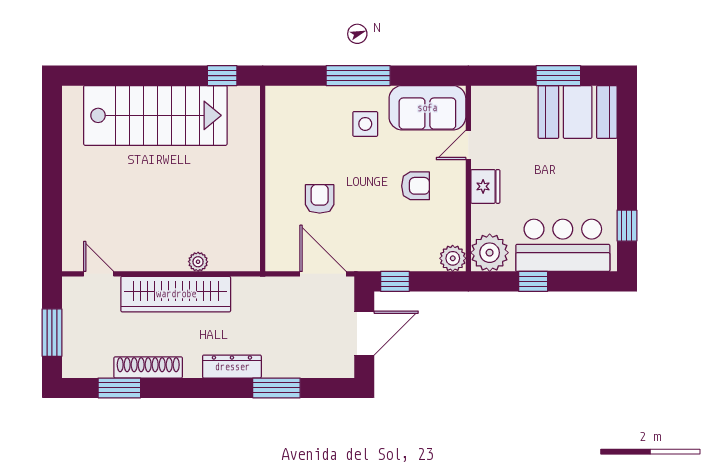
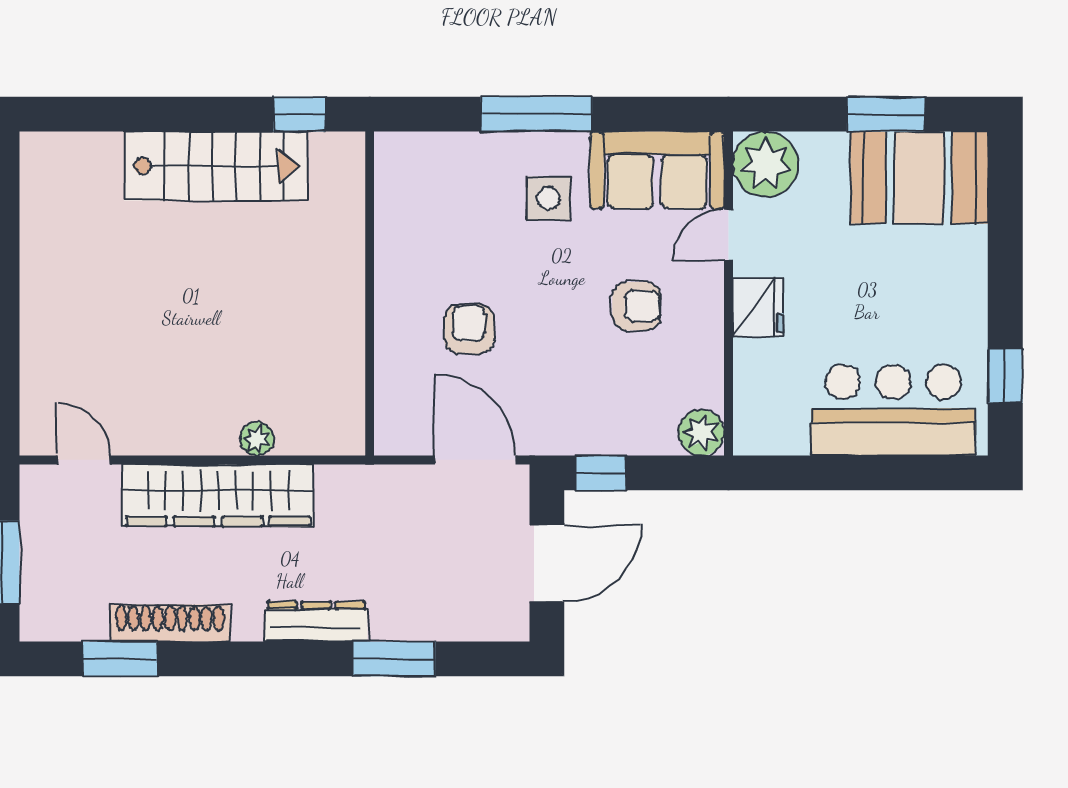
stairs: (155, 115) -> (216, 166), width x0.73, depth x0.66
plant: (490, 253) -> (766, 164), moved
window: (533, 281) -> (842, 473), removed

